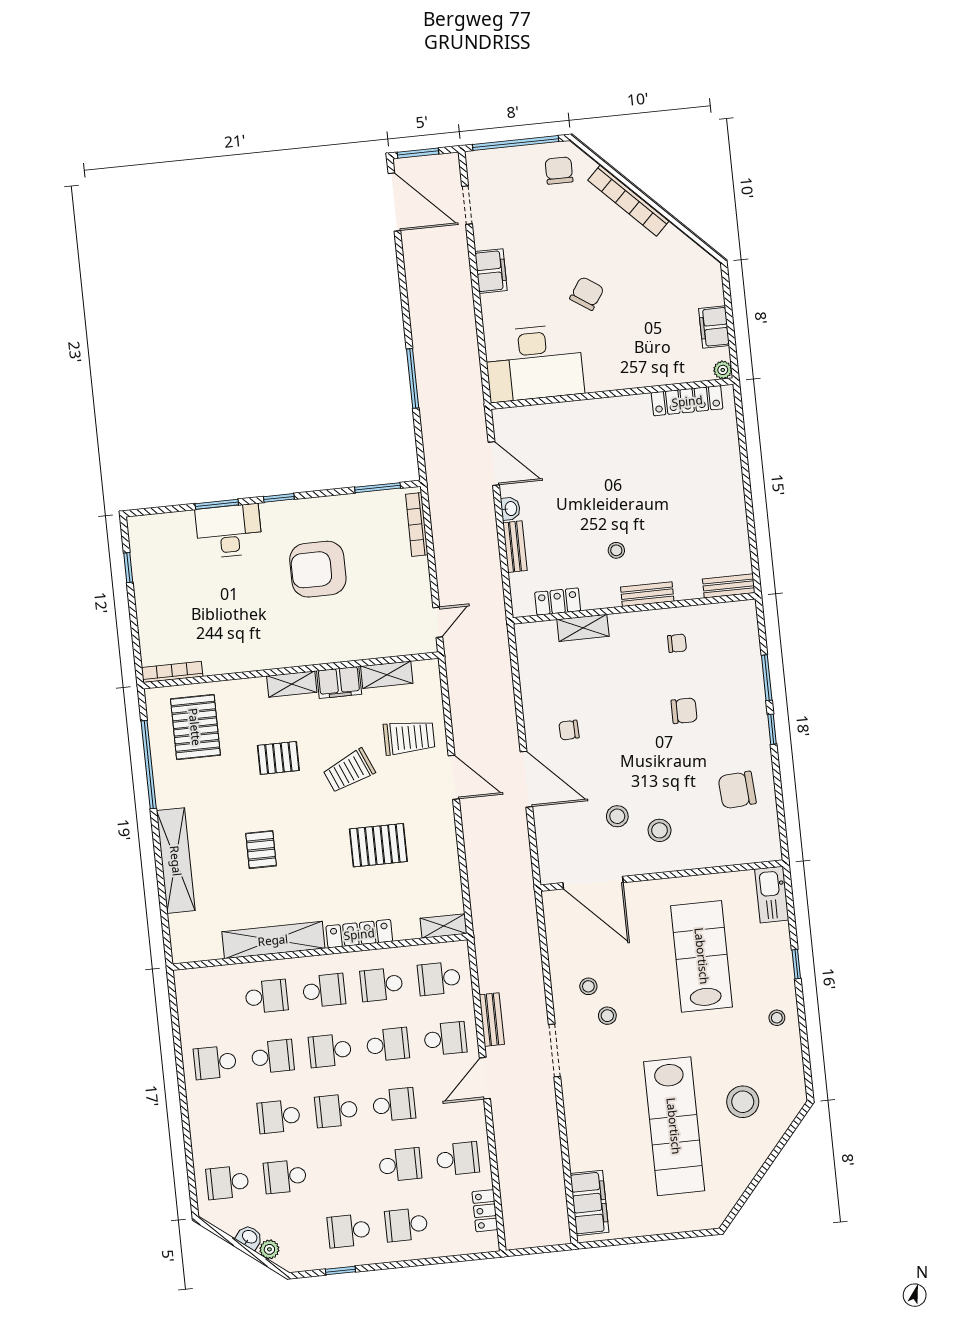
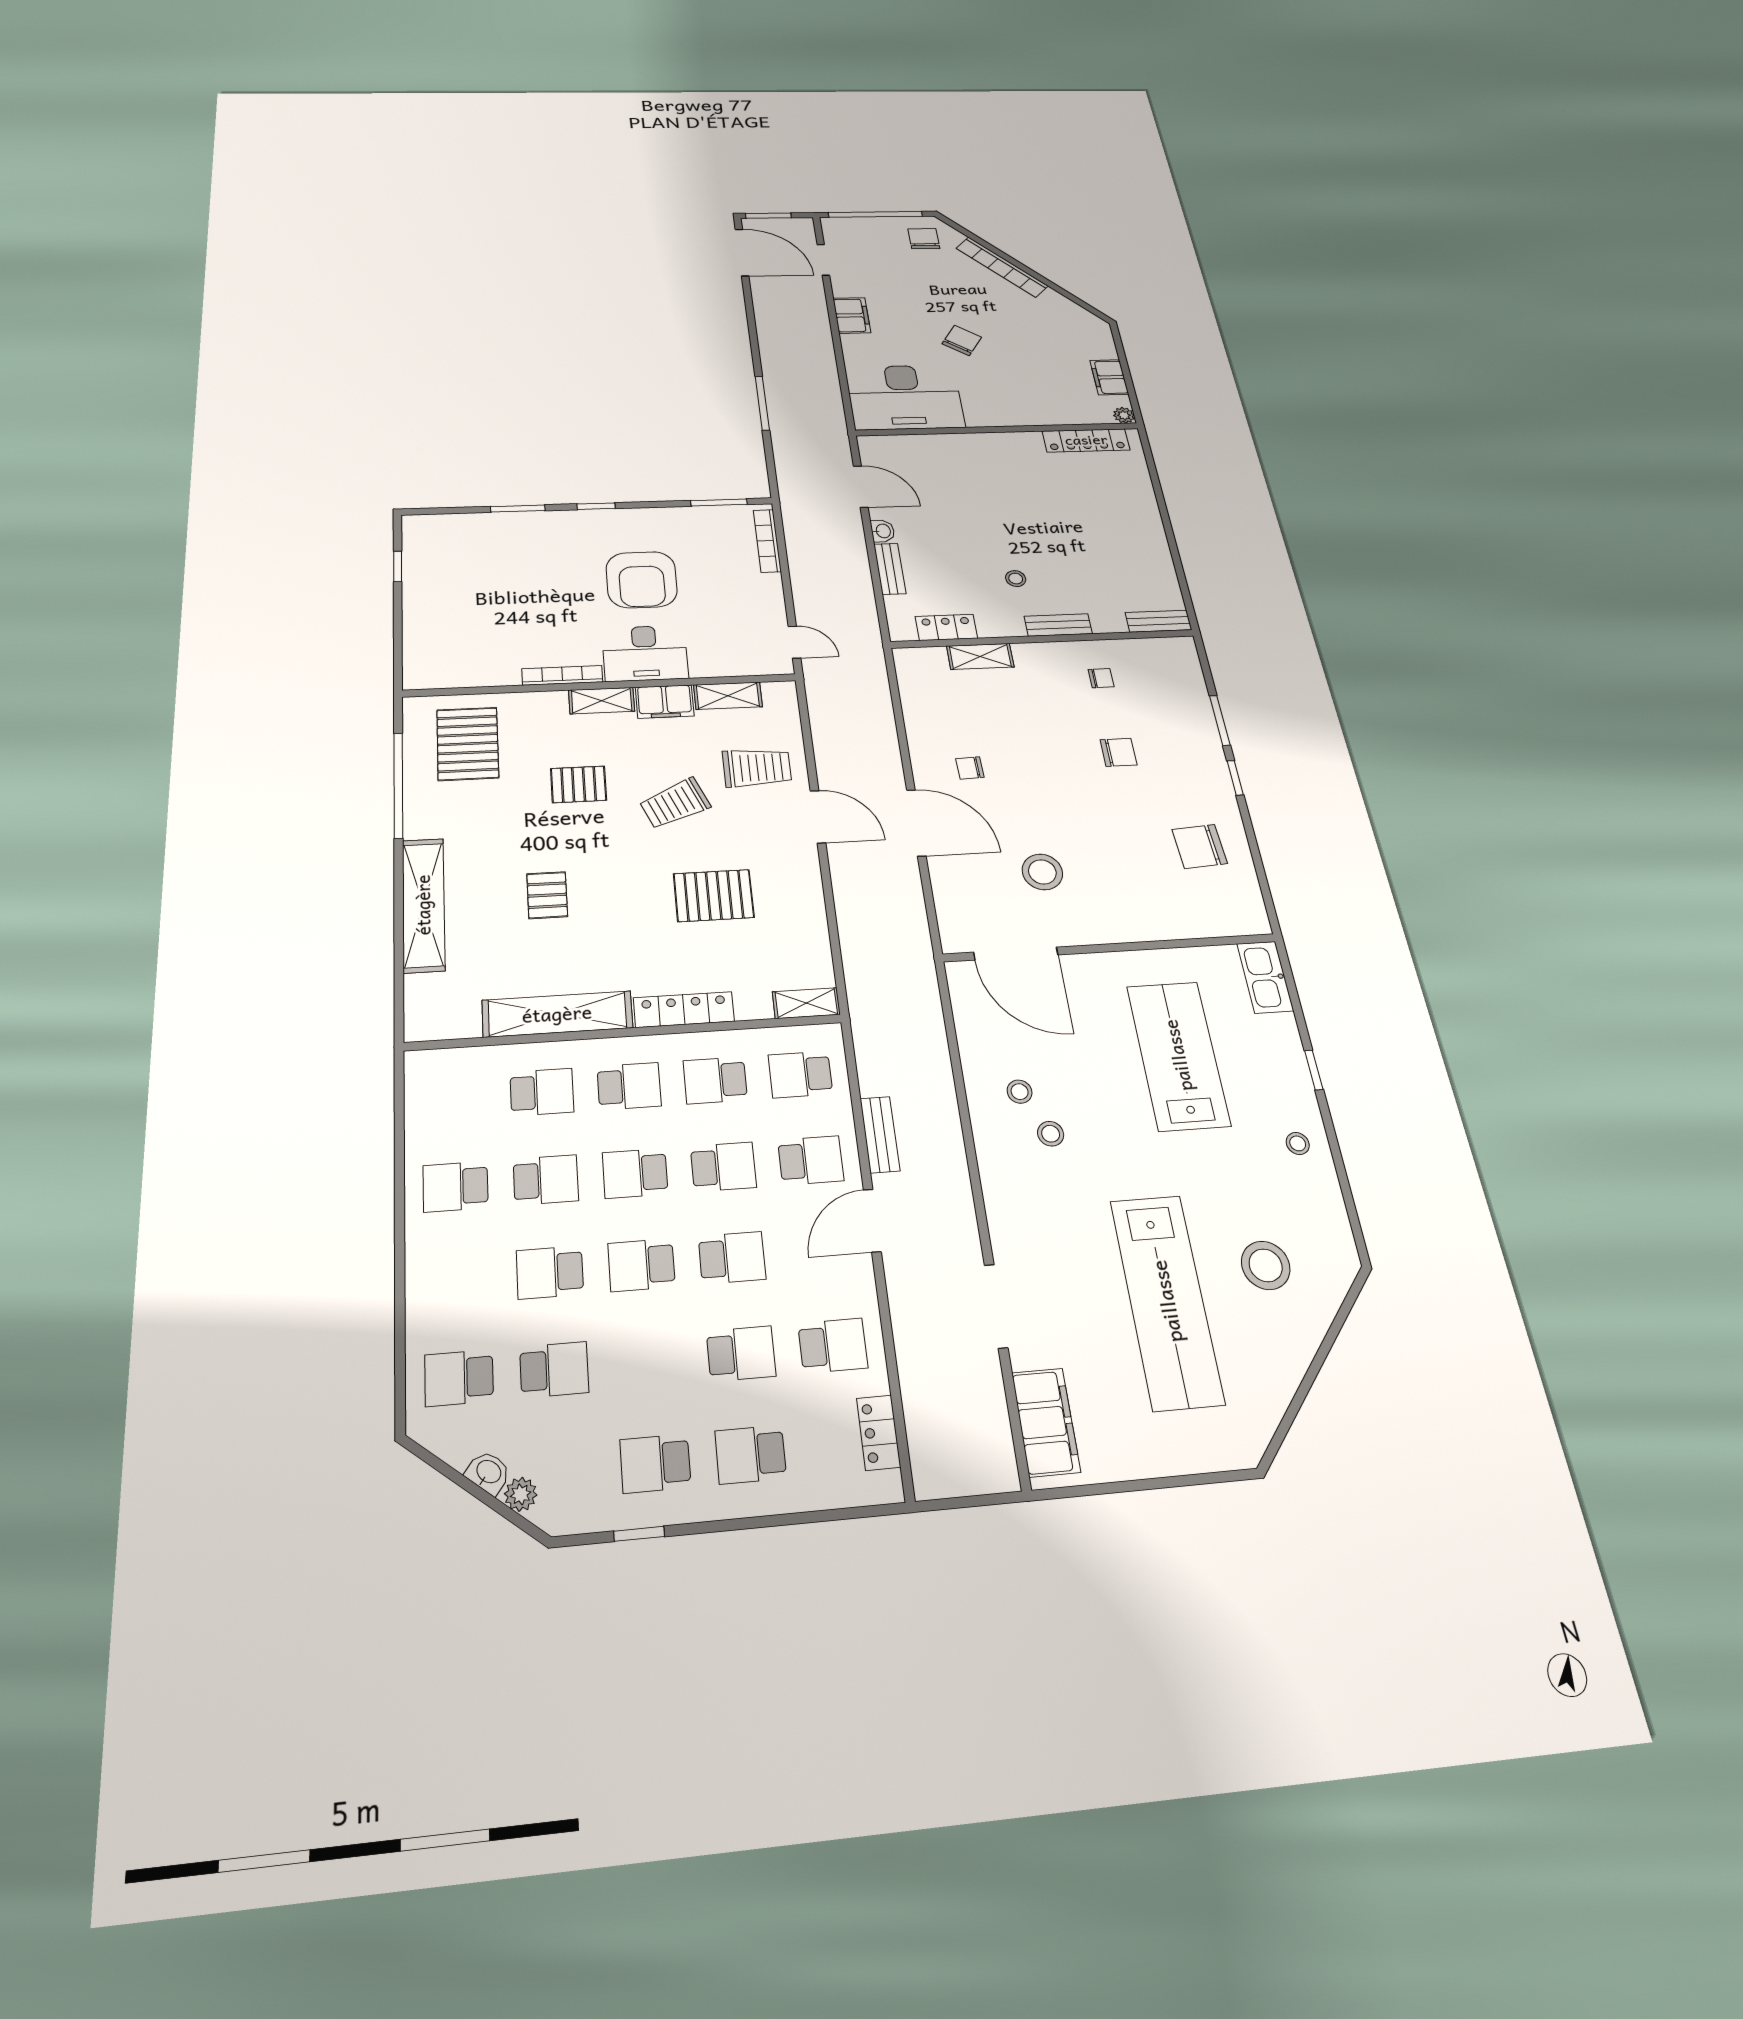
desk: (229, 531) -> (645, 653), moved, turned 180
armchair: (318, 569) -> (642, 580), turned -90
door: (438, 622) -> (794, 642), hinge flipped
bookcase: (172, 672) -> (562, 675), moved
stool: (617, 816) -> (1042, 872), width x1.38, depth x1.38
stool: (660, 830) -> (1101, 891), removed
doorway: (554, 1051) -> (996, 1306), moved
school desk: (285, 1177) -> (554, 1370), turned 180

